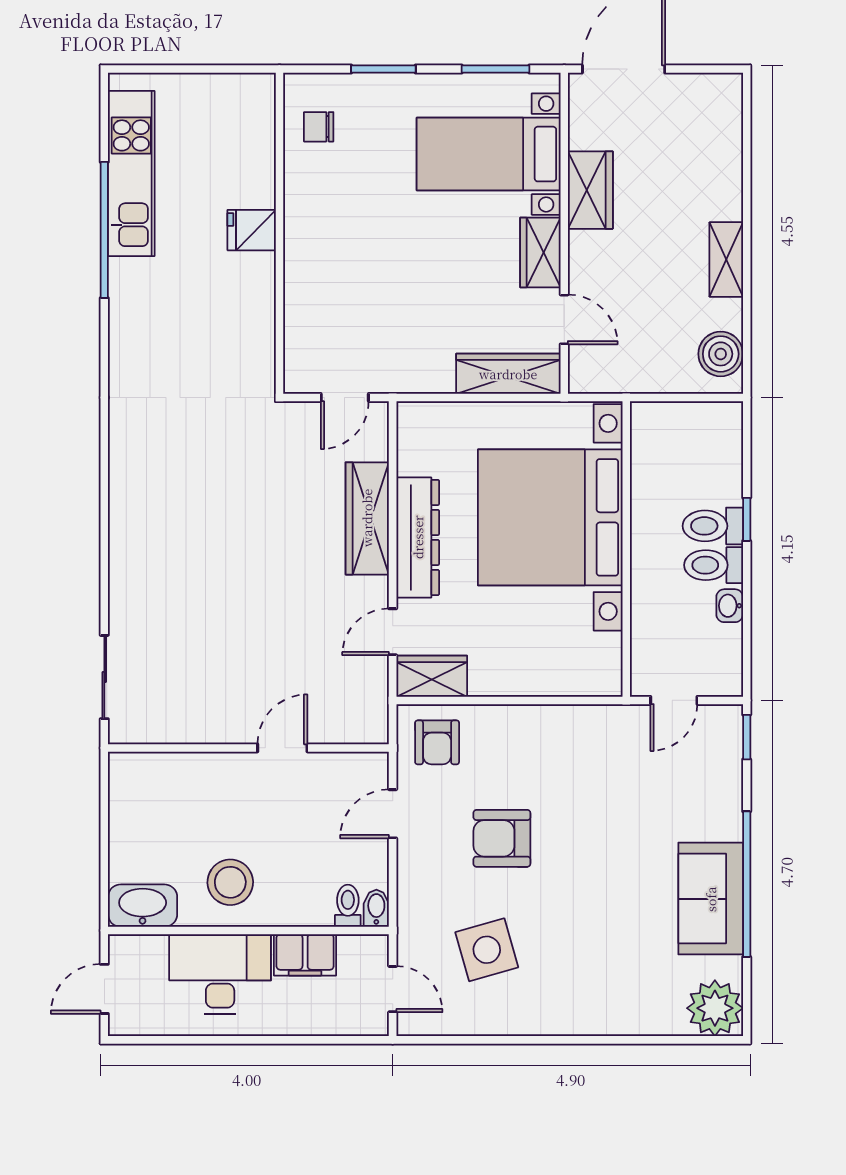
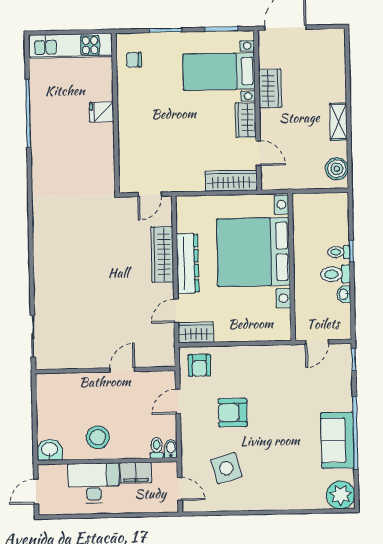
kitchen unit: (131, 173) -> (71, 46), moved, turned 90
toilet: (713, 526) -> (339, 252), width x0.73, depth x0.72
washbasin: (143, 906) -> (49, 450), width x0.72

